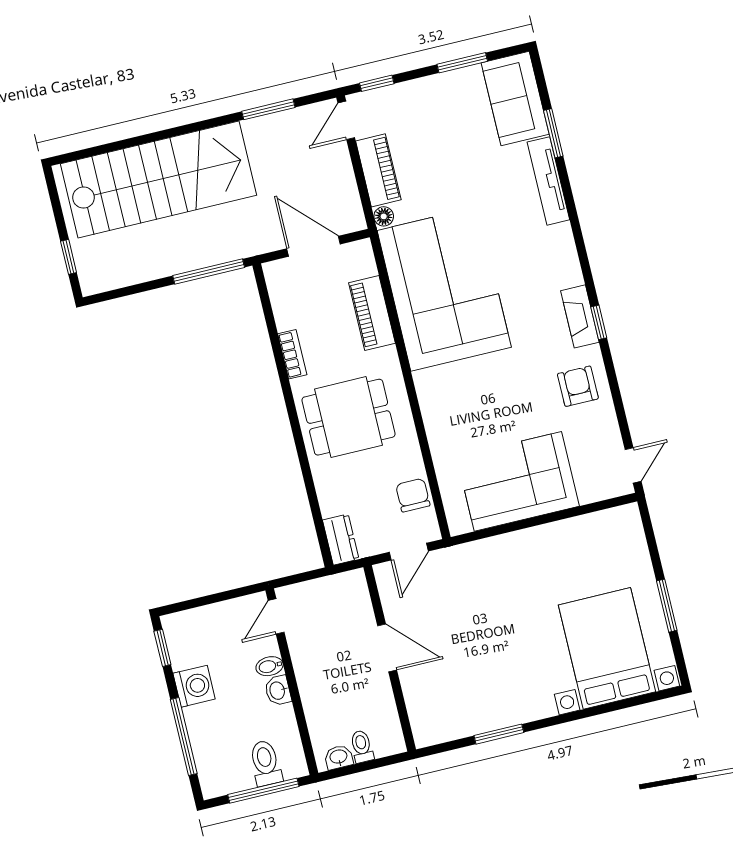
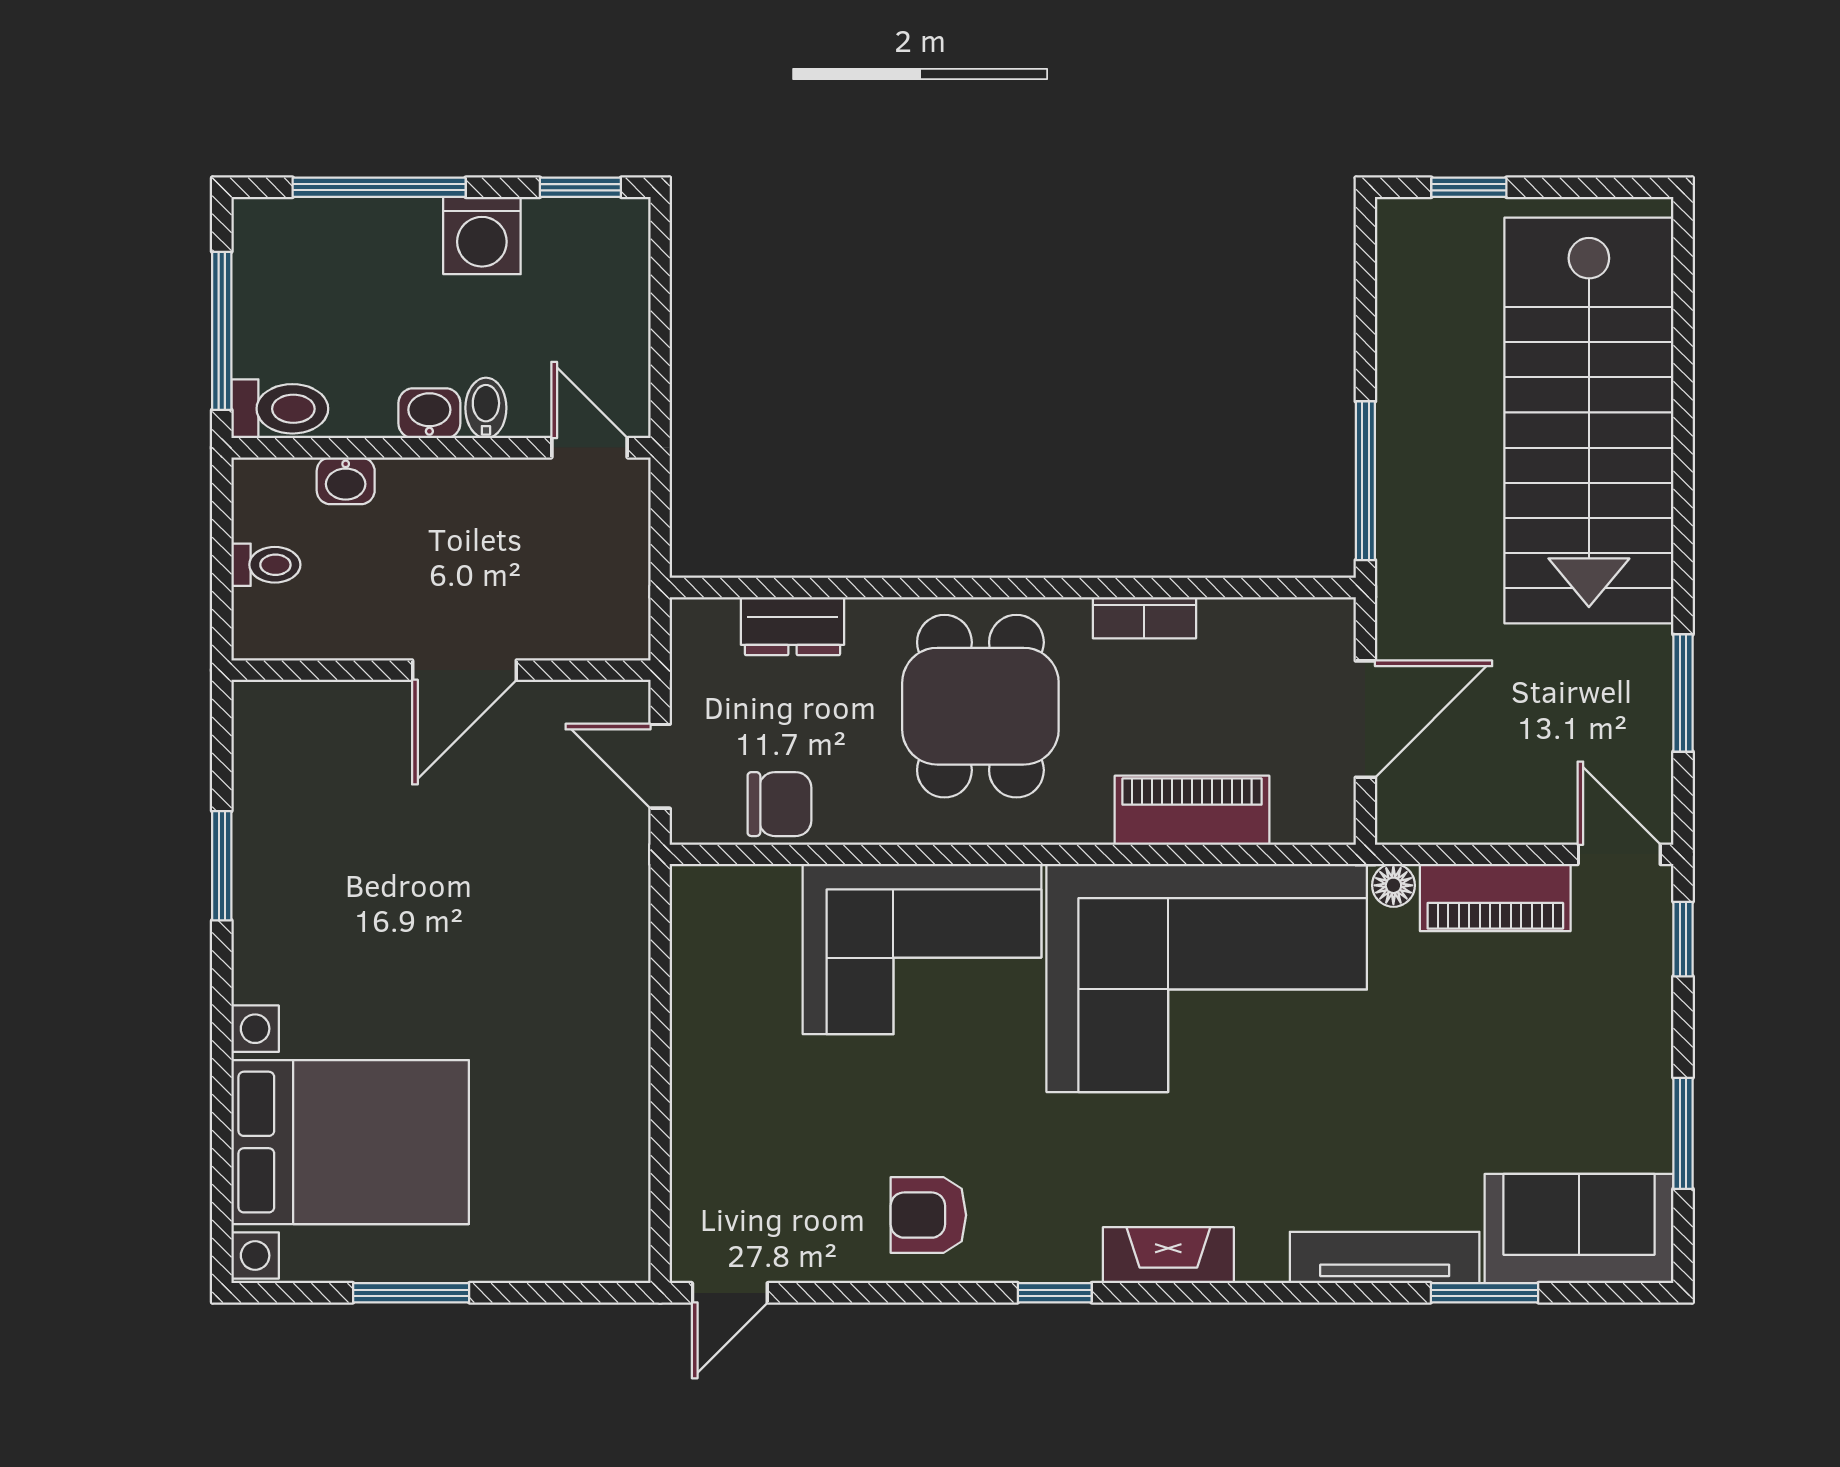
fireplace: (580, 316) -> (1168, 1255), moved
armchair: (578, 386) -> (928, 1215), turned 180
door: (633, 465) -> (730, 1293), hinge flipped
corner sofa: (518, 481) -> (922, 949), moved, turned 90
dresser: (341, 540) -> (792, 626), moved
washbasin: (339, 757) -> (346, 481), moved, turned 90
toilet: (266, 763) -> (280, 409), moved

